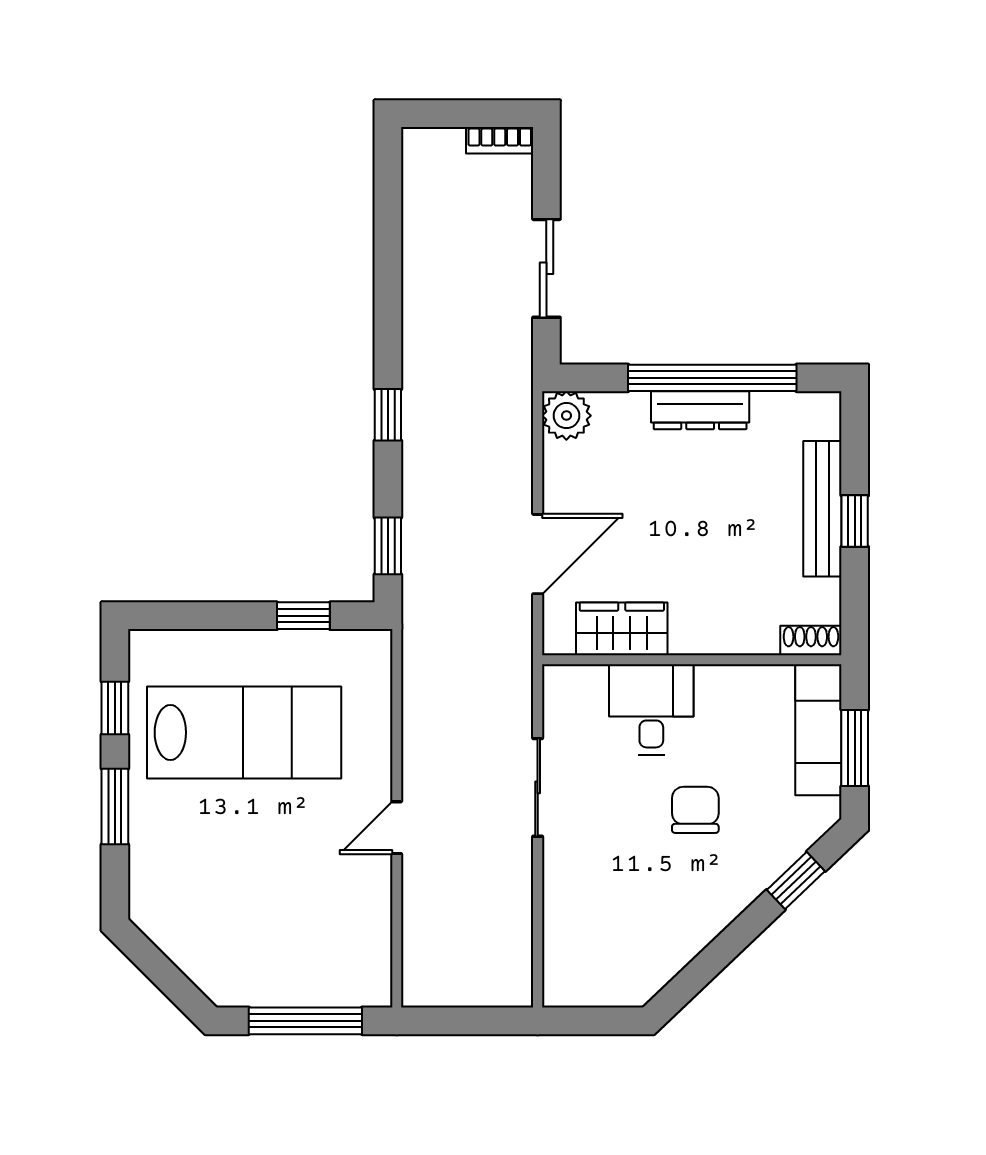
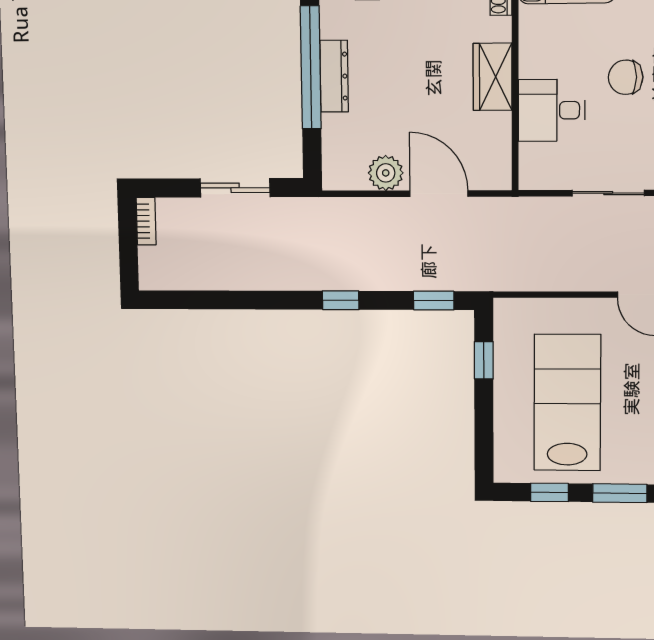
plant: (566, 416) -> (386, 173), moved
wardrobe: (622, 629) -> (493, 77), moved

